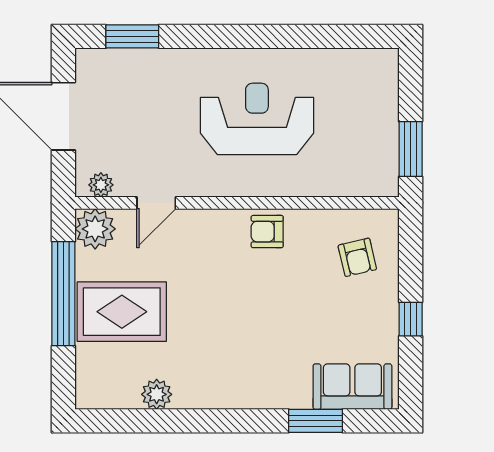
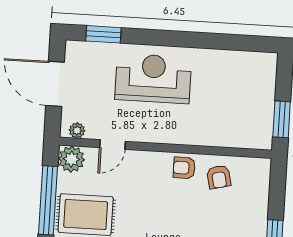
reception desk: (257, 119) -> (153, 79), moved
armchair: (357, 257) -> (219, 177), moved

